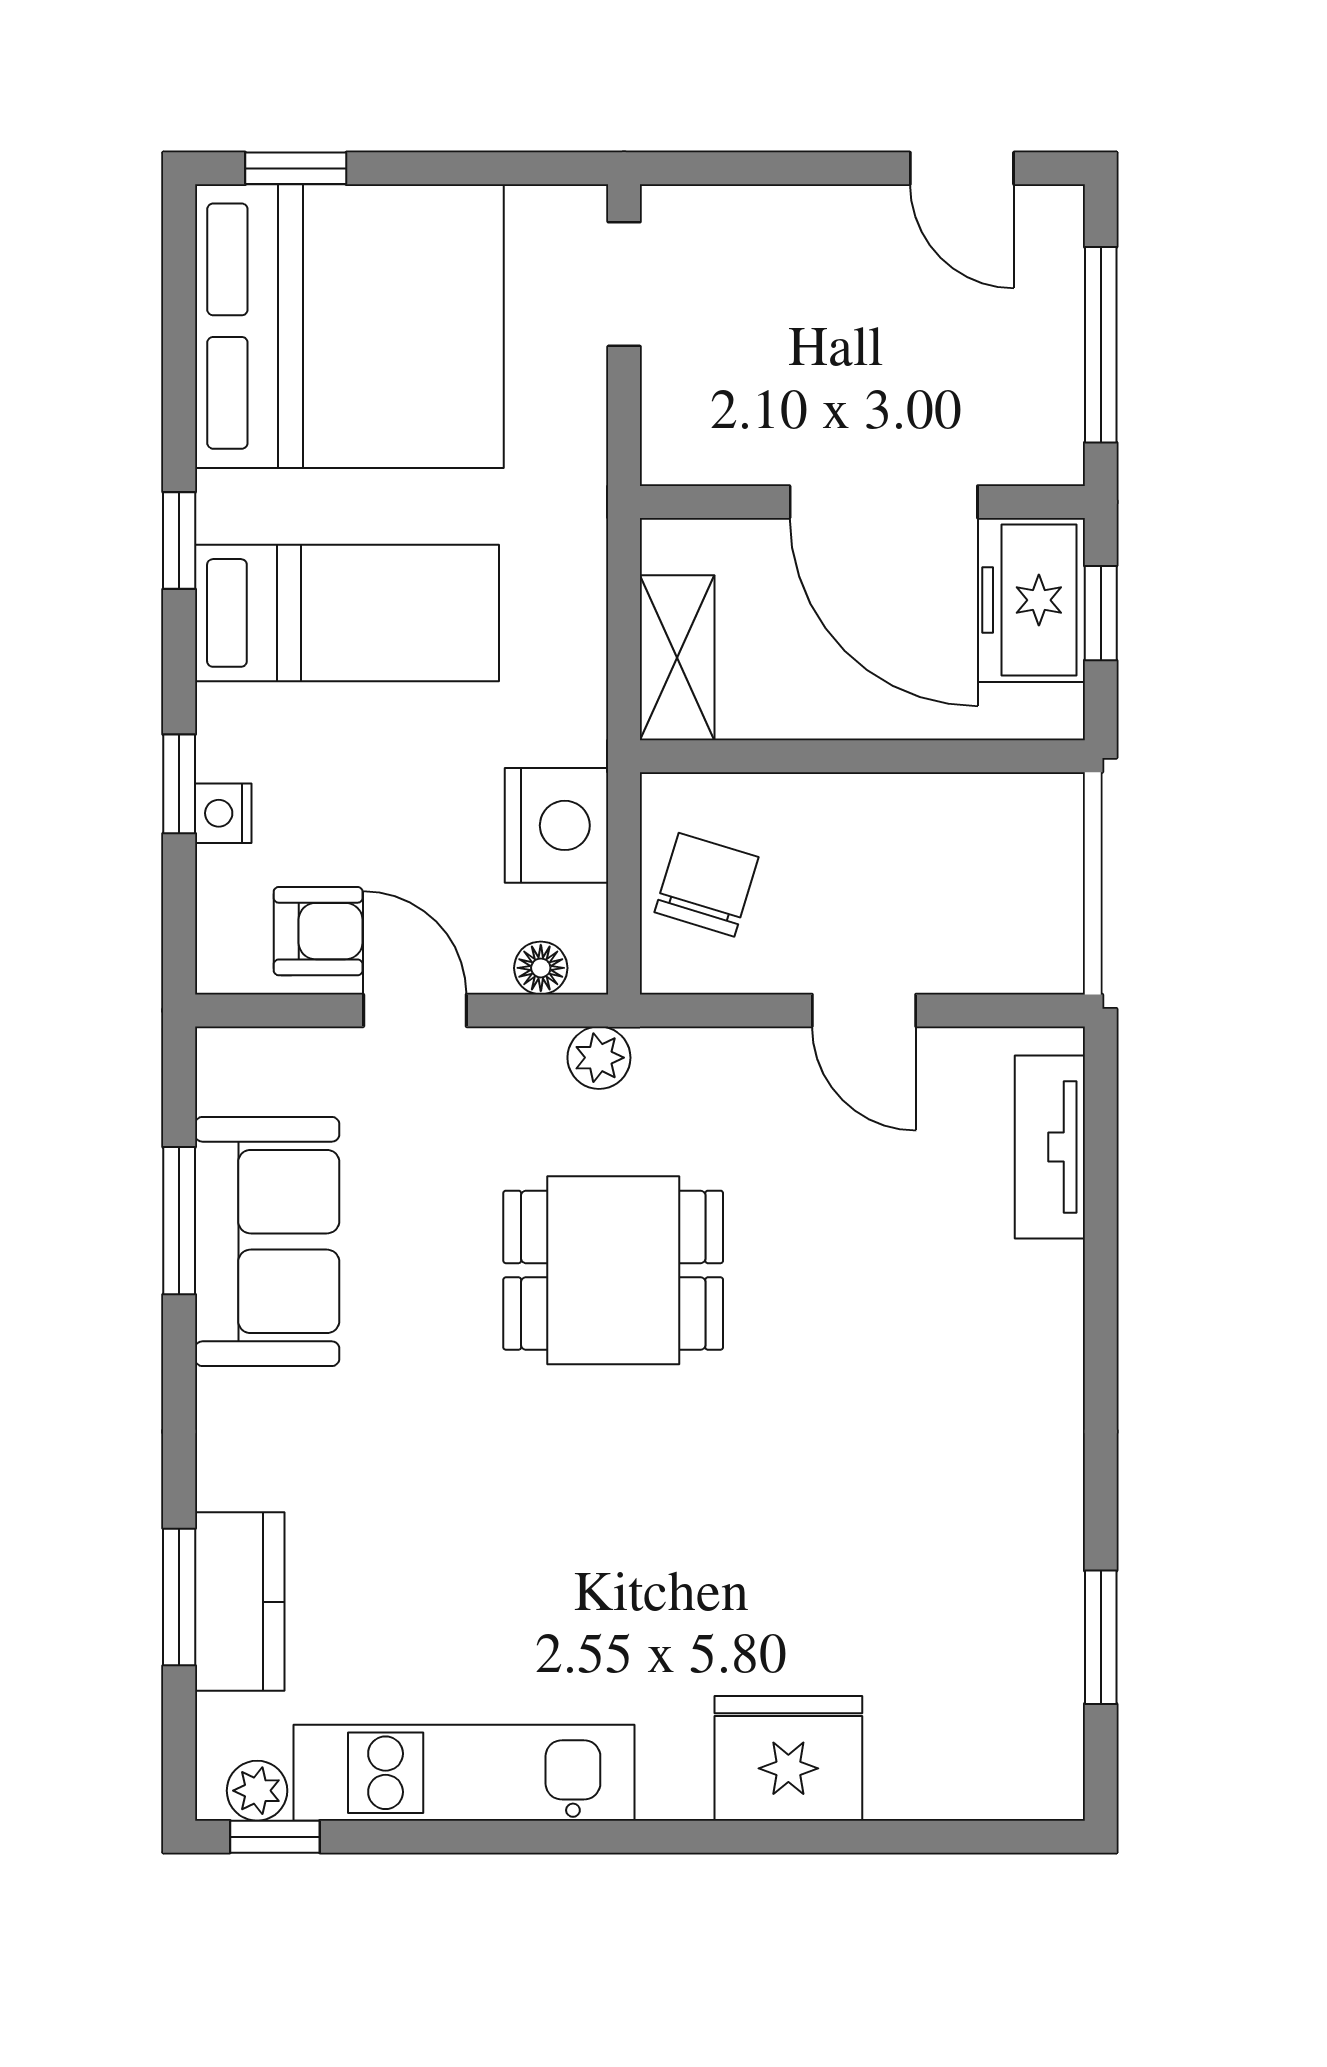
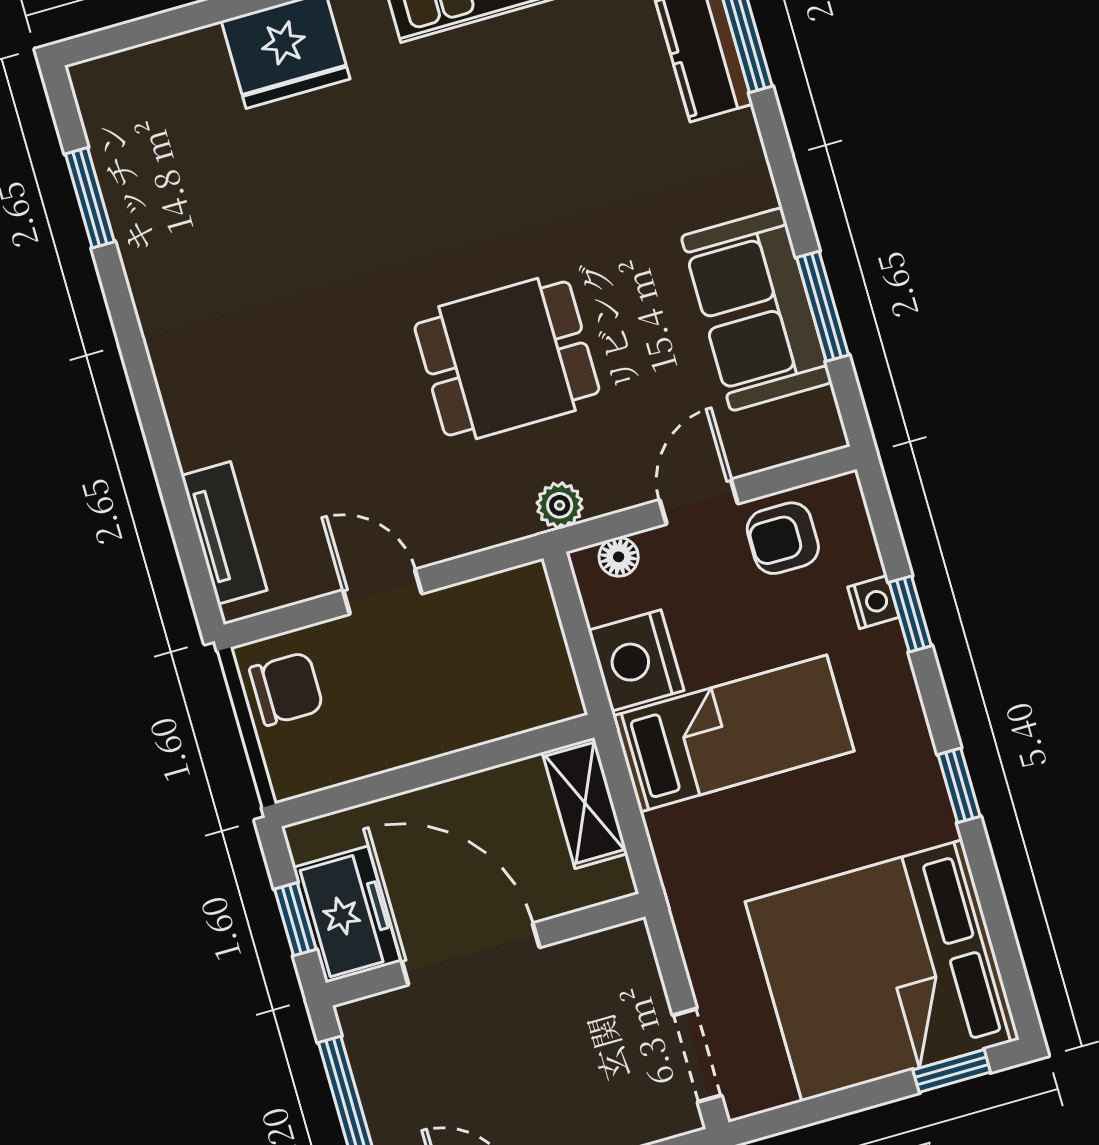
bed: (347, 613) -> (733, 734), moved, turned 180
chair: (707, 885) -> (287, 689), moved, turned -107
door: (415, 1010) -> (699, 502), swing flipped

